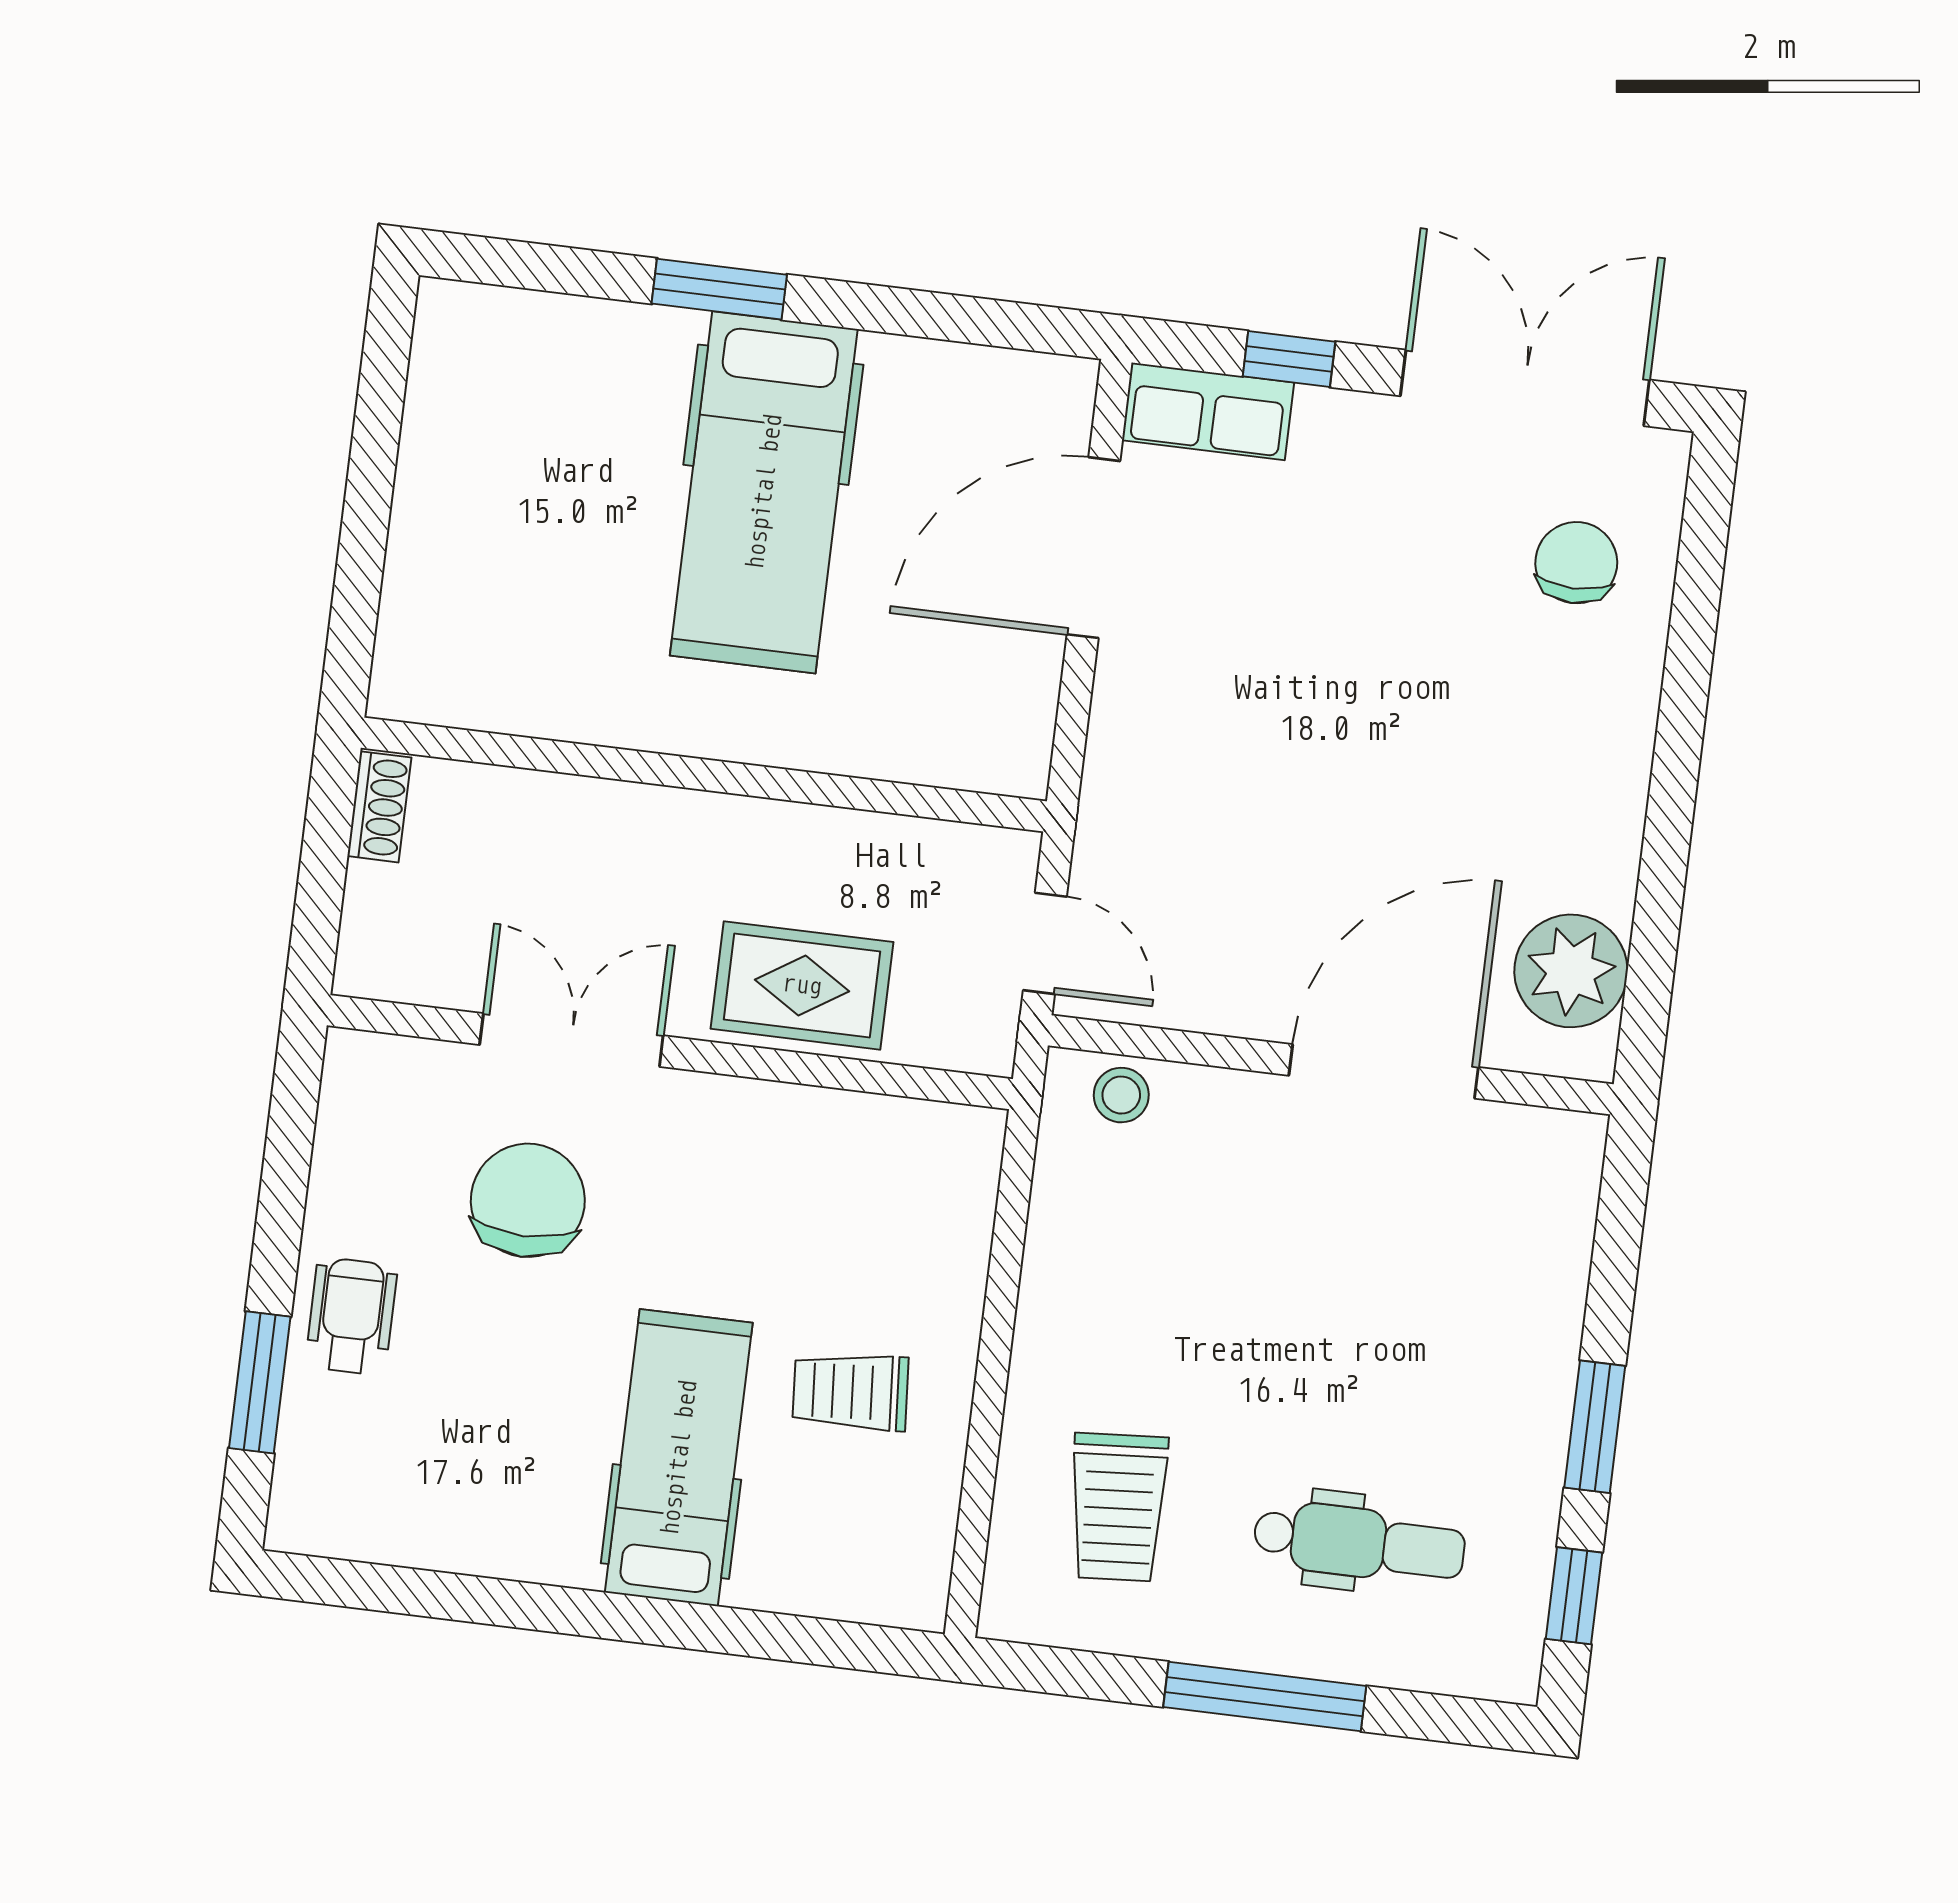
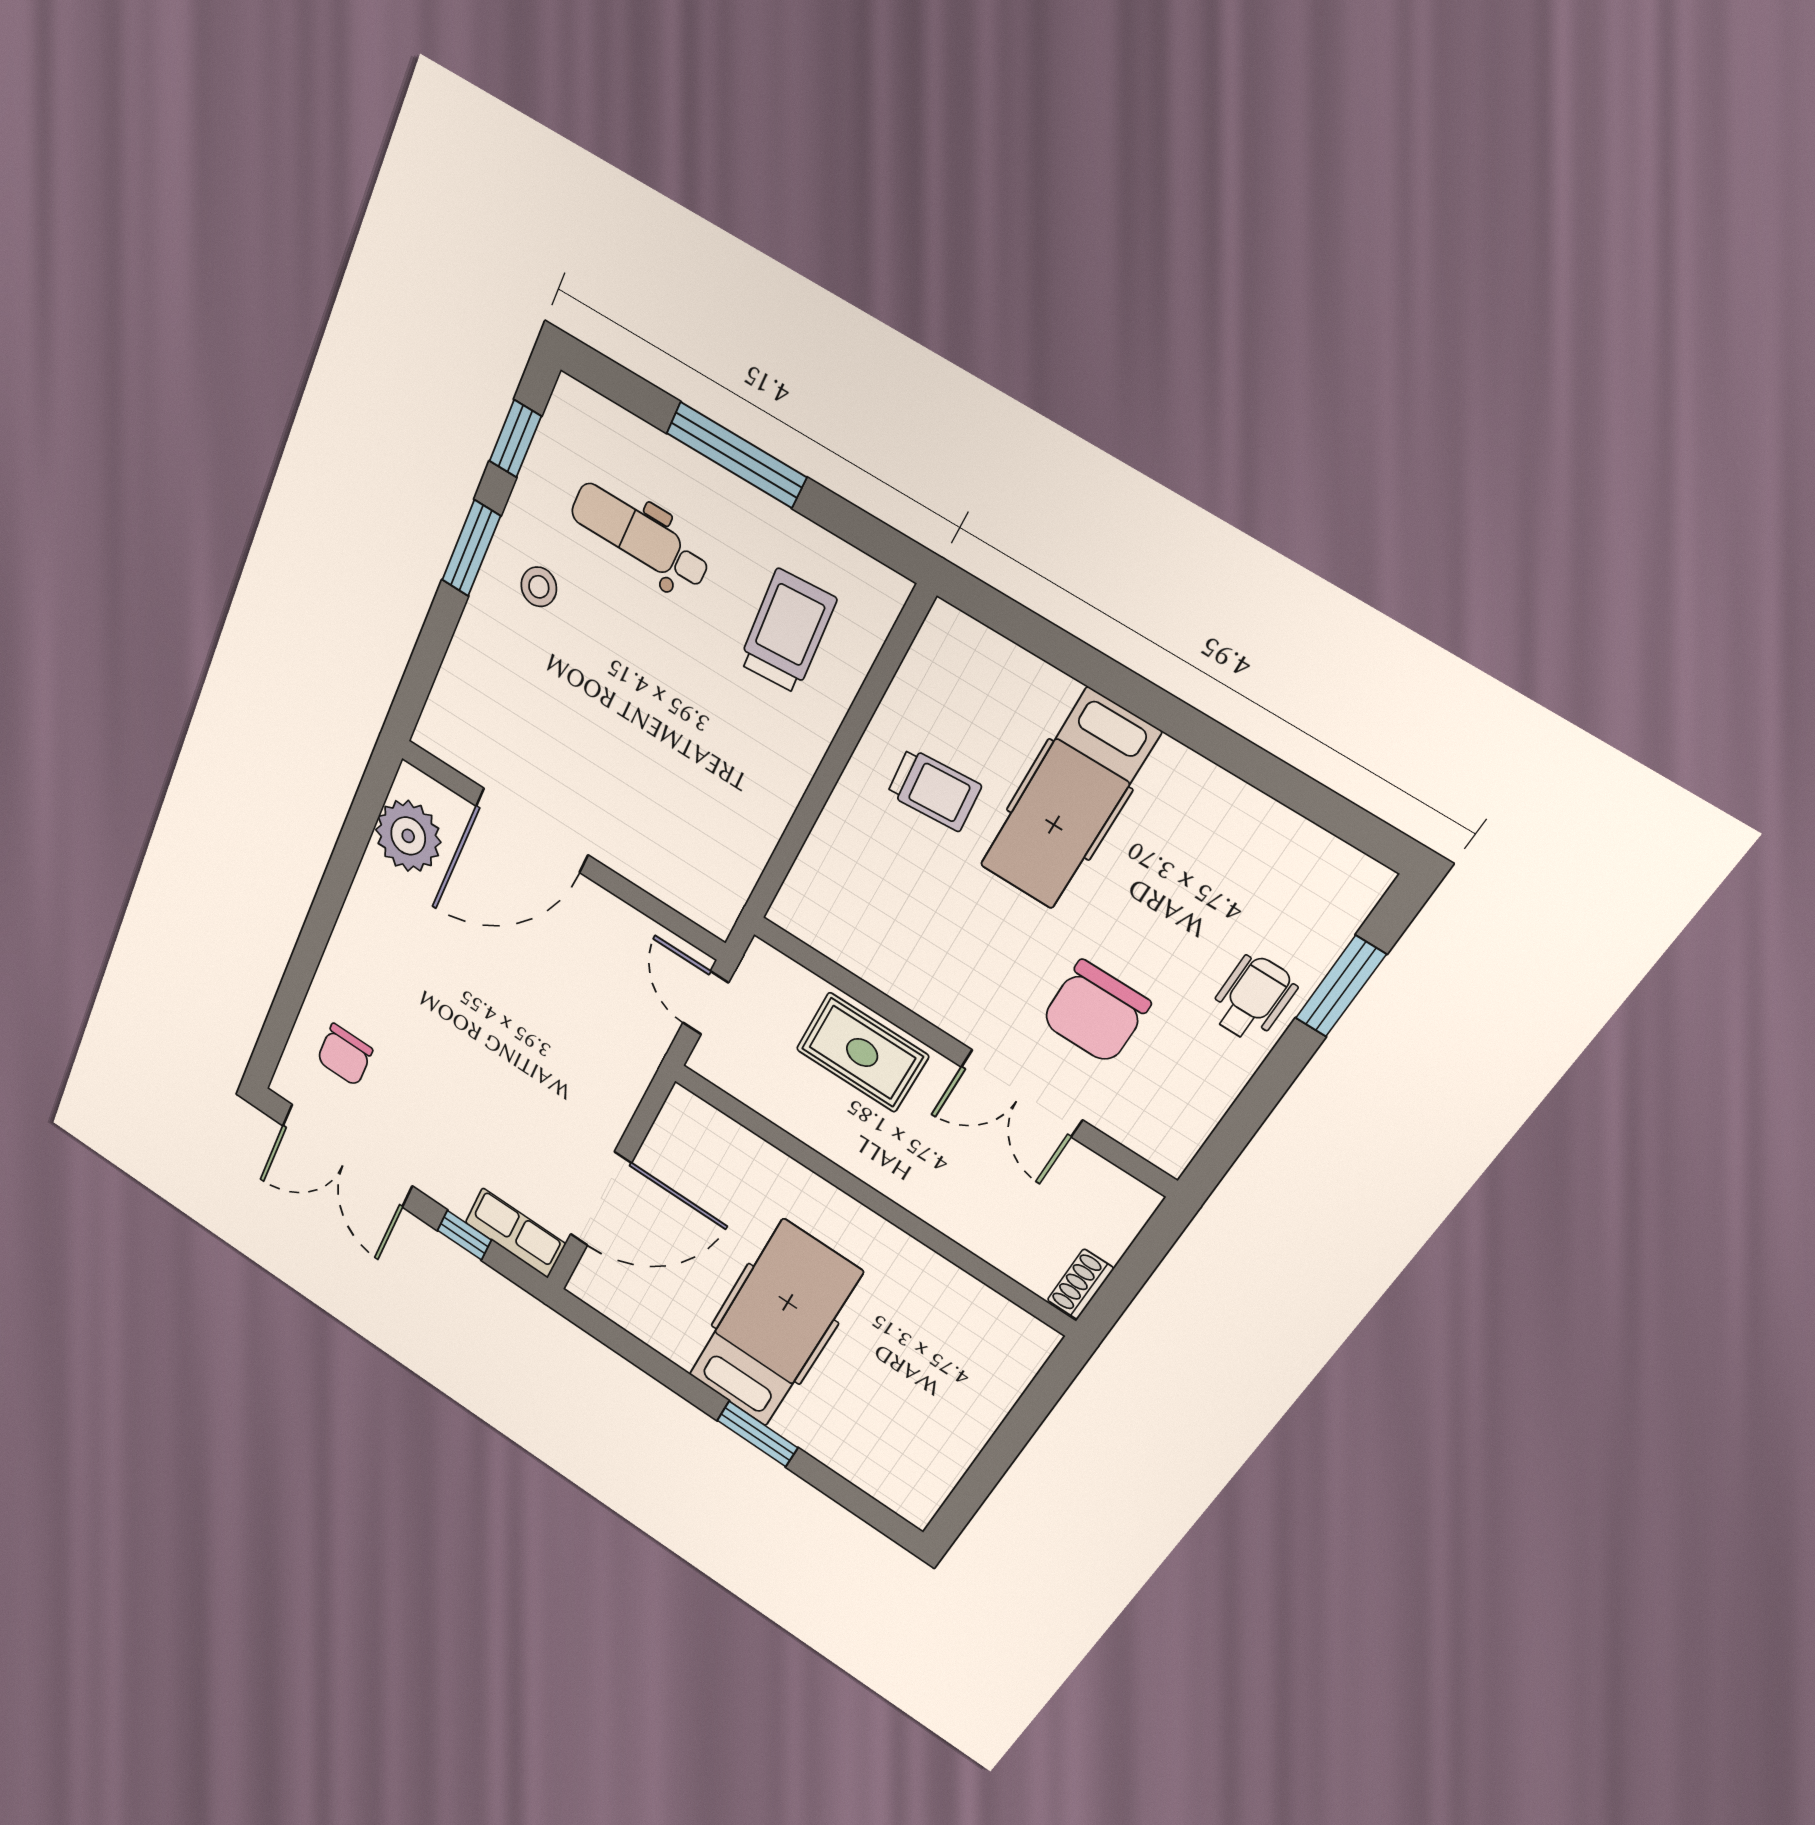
stool: (1121, 1095) -> (539, 587), moved
wheelchair: (351, 1316) -> (1253, 998), turned 180

